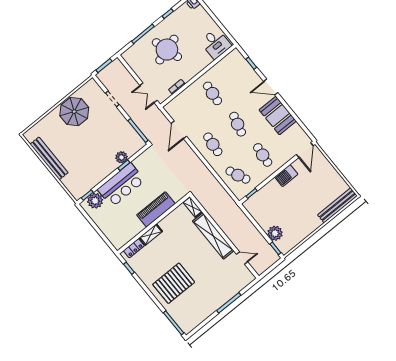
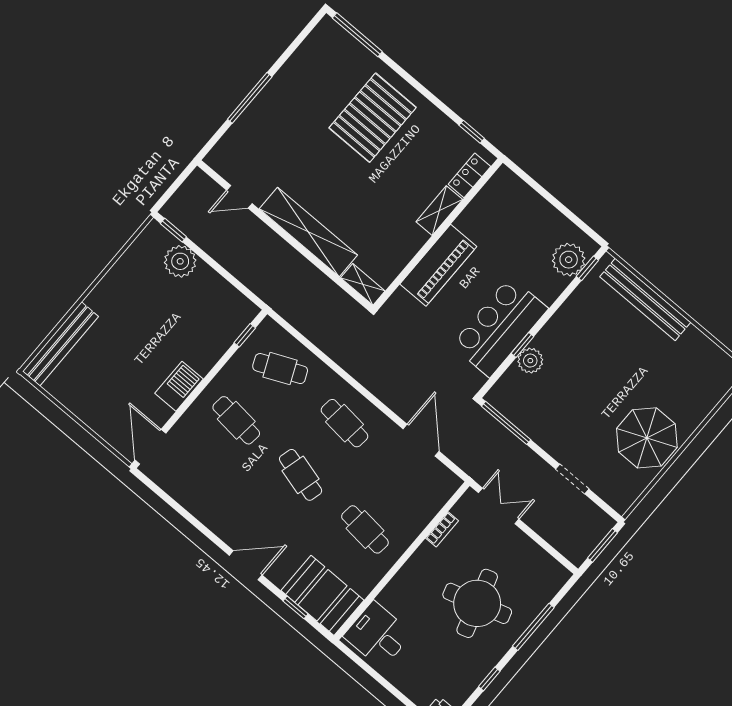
booth: (278, 116) -> (323, 595), moved
bench: (49, 158) -> (645, 300), moved
bar counter: (121, 185) -> (500, 327), moved

